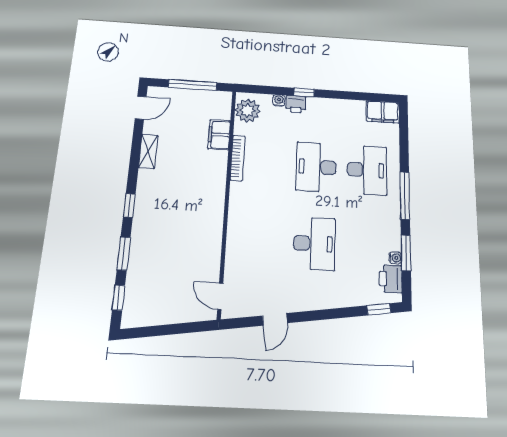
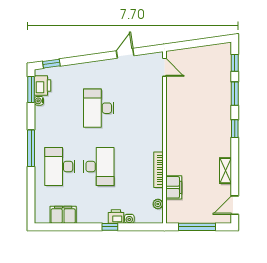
plant: (247, 111) -> (158, 204), width x0.53, depth x0.53
filing cabinet: (383, 112) -> (63, 215), moved
window: (406, 253) -> (31, 89), moved

